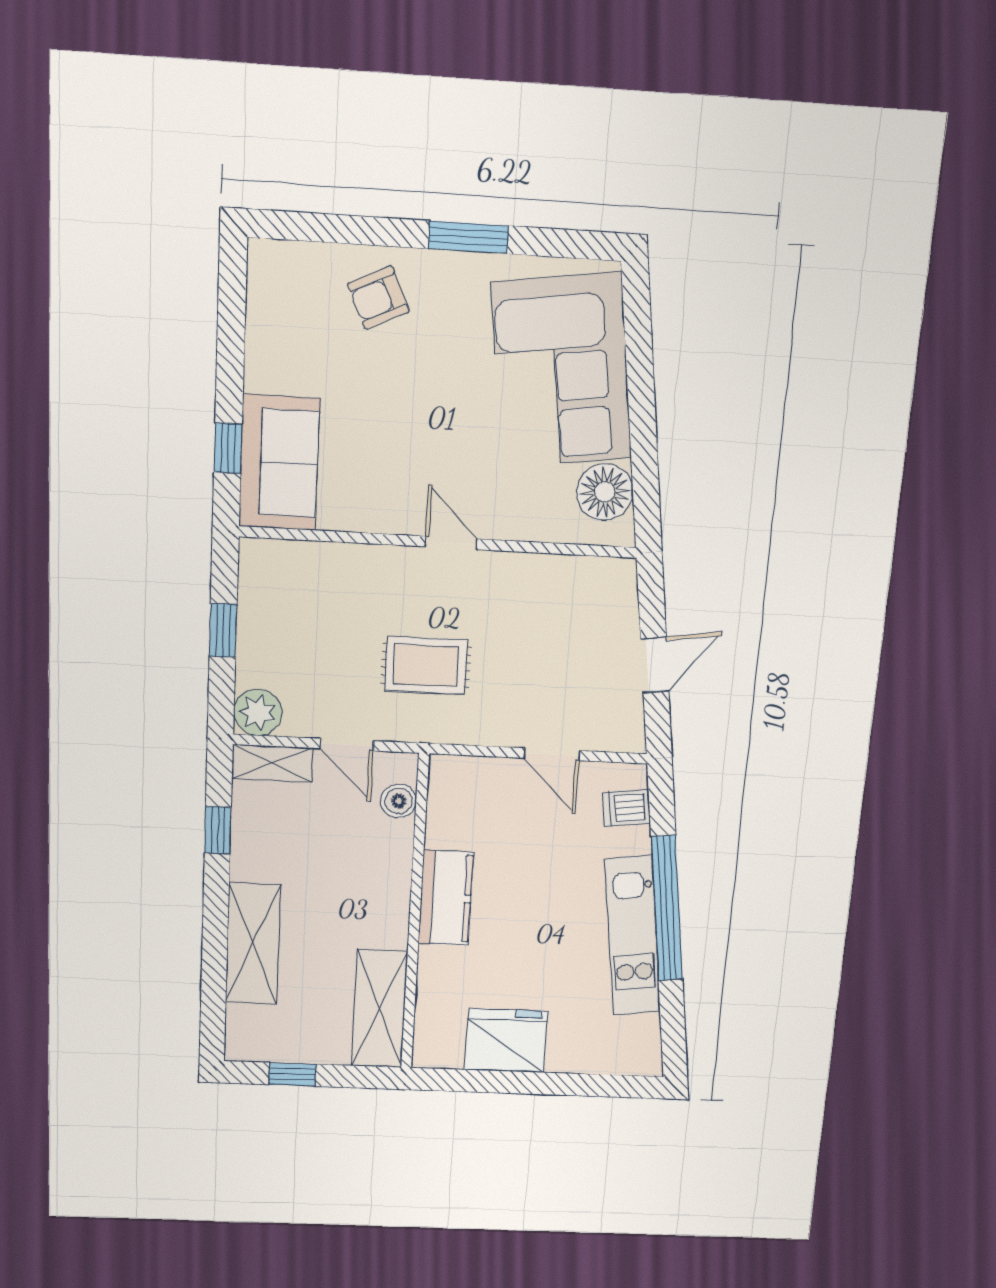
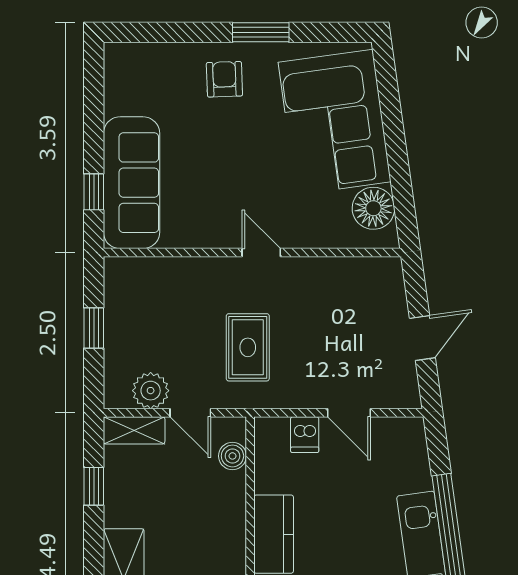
armchair: (378, 298) -> (224, 79), moved, turned 113
sofa: (279, 463) -> (132, 183), width x1.36
rug: (426, 665) -> (248, 347), turned 90
plant: (258, 712) -> (151, 391), moved
dishwasher: (626, 808) -> (305, 435), moved, turned -82

